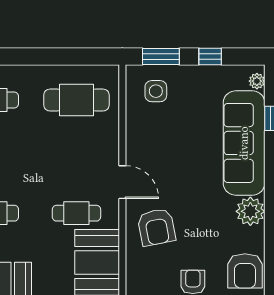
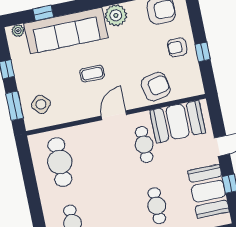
side table: (156, 91) -> (41, 104), turned 45
coffee table: (182, 165) -> (92, 74), added
armchair: (156, 227) -> (156, 87), moved

